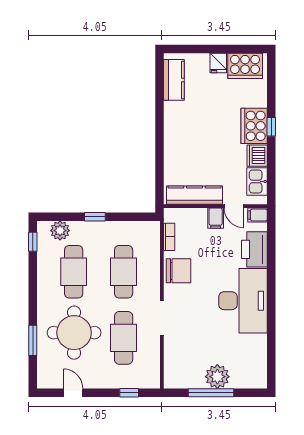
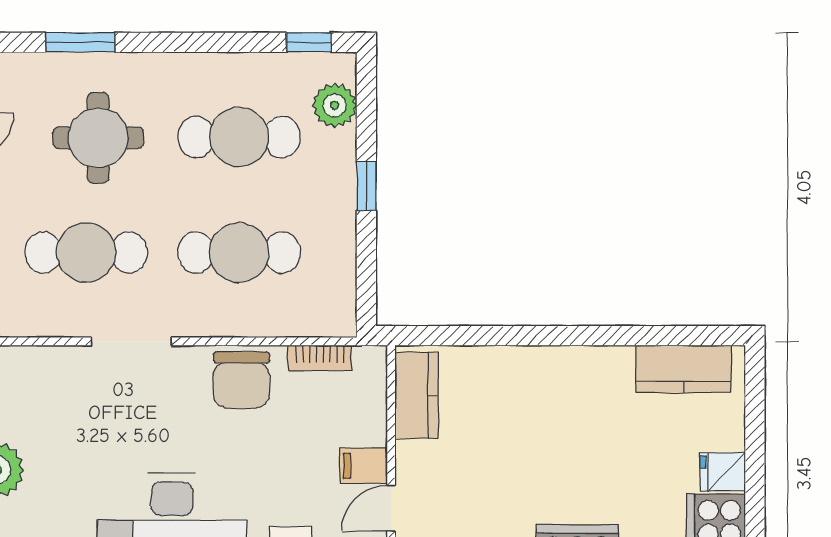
kitchen counter: (195, 195) -> (417, 395), width x0.67
round table: (74, 333) -> (98, 138), width x0.73, depth x0.73

